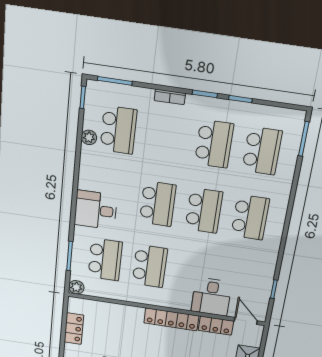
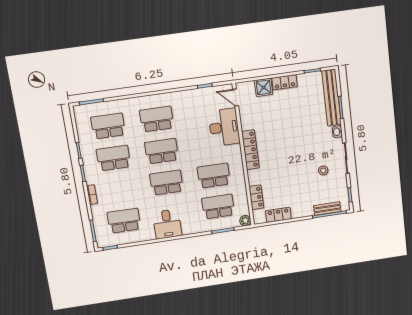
plant: (89, 137) -> (135, 238), removed
desk: (96, 210) -> (167, 224), moved
desk: (211, 297) -> (224, 127), width x1.37
door: (246, 321) -> (236, 97), hinge flipped
locker: (216, 326) -> (256, 197), moved

